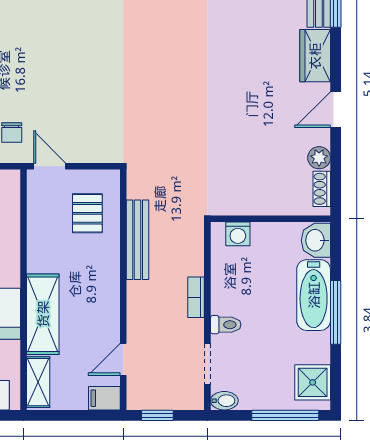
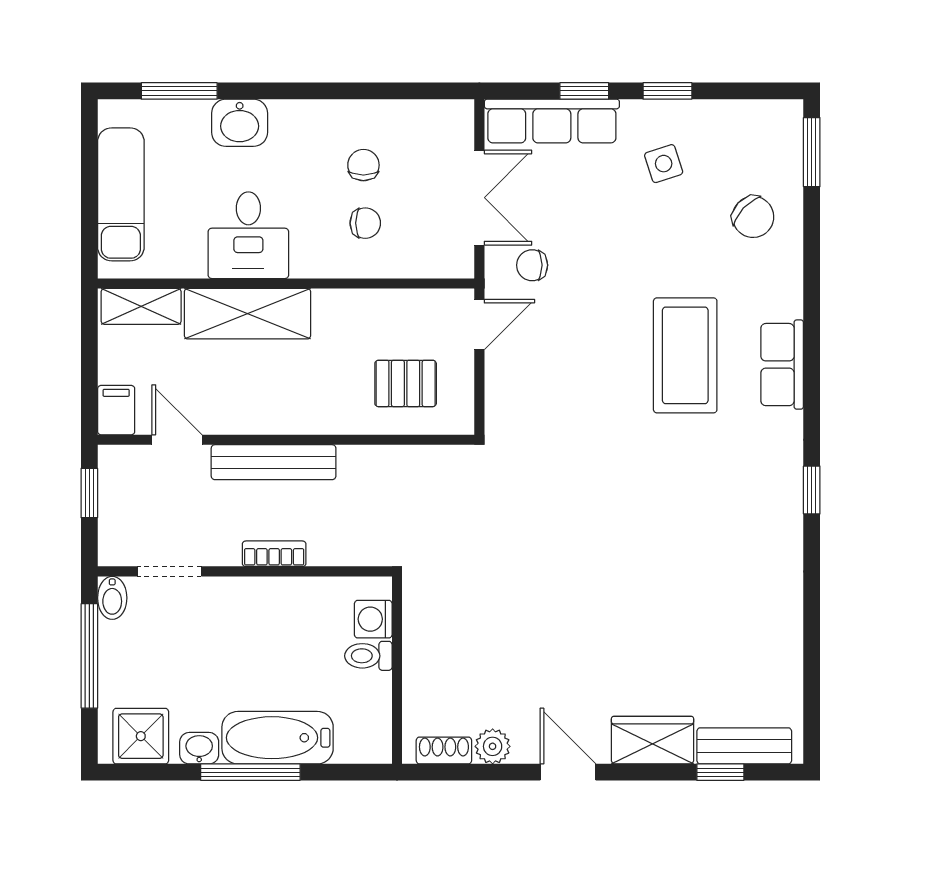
coffee table: (69, 35) -> (685, 355), added
bench: (138, 240) -> (274, 462), moved
washbasin: (316, 240) -> (199, 748), moved, width x0.72, depth x0.69
toilet: (226, 325) -> (368, 656), moved, turned 90
window: (285, 415) -> (89, 656), moved

